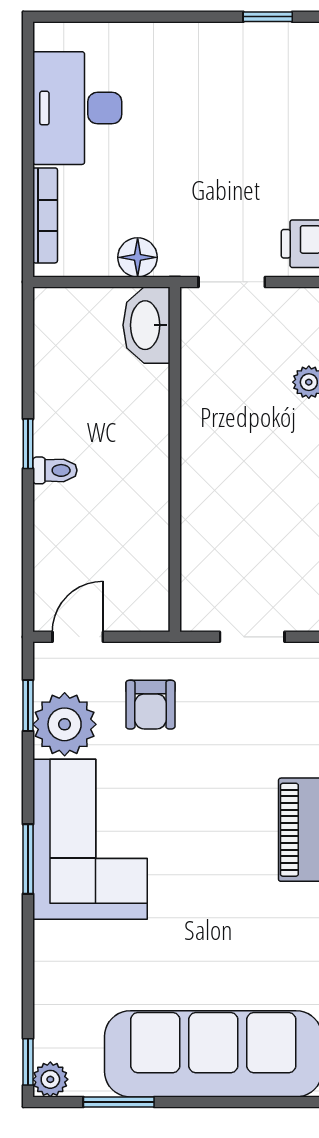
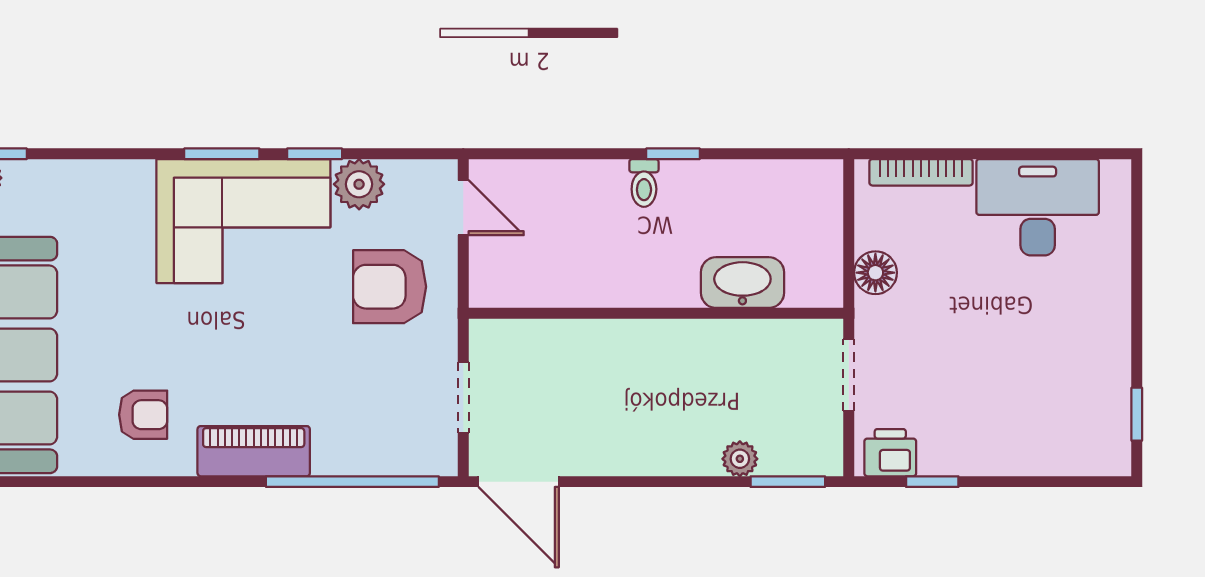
washbasin: (147, 325) -> (742, 283), moved
armchair: (150, 705) -> (390, 287), width x1.38, depth x1.38
window: (28, 706) -> (315, 154), moved
plant: (65, 724) -> (359, 184), width x0.73, depth x0.73
armchair: (268, 931) -> (143, 415), added

